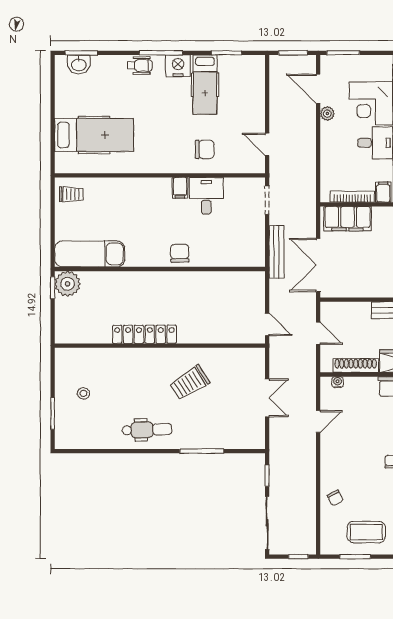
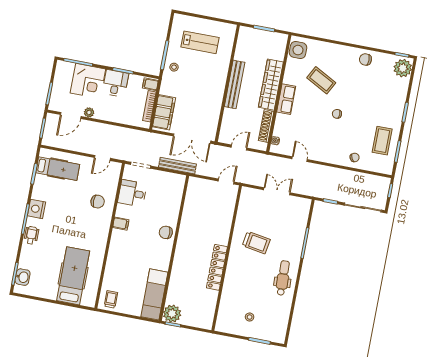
hospital bed: (205, 85) -> (58, 169), moved
chair: (205, 149) -> (98, 202), turned 90
desk: (206, 196) -> (132, 193), moved
trolley: (190, 383) -> (256, 243), turned -49

